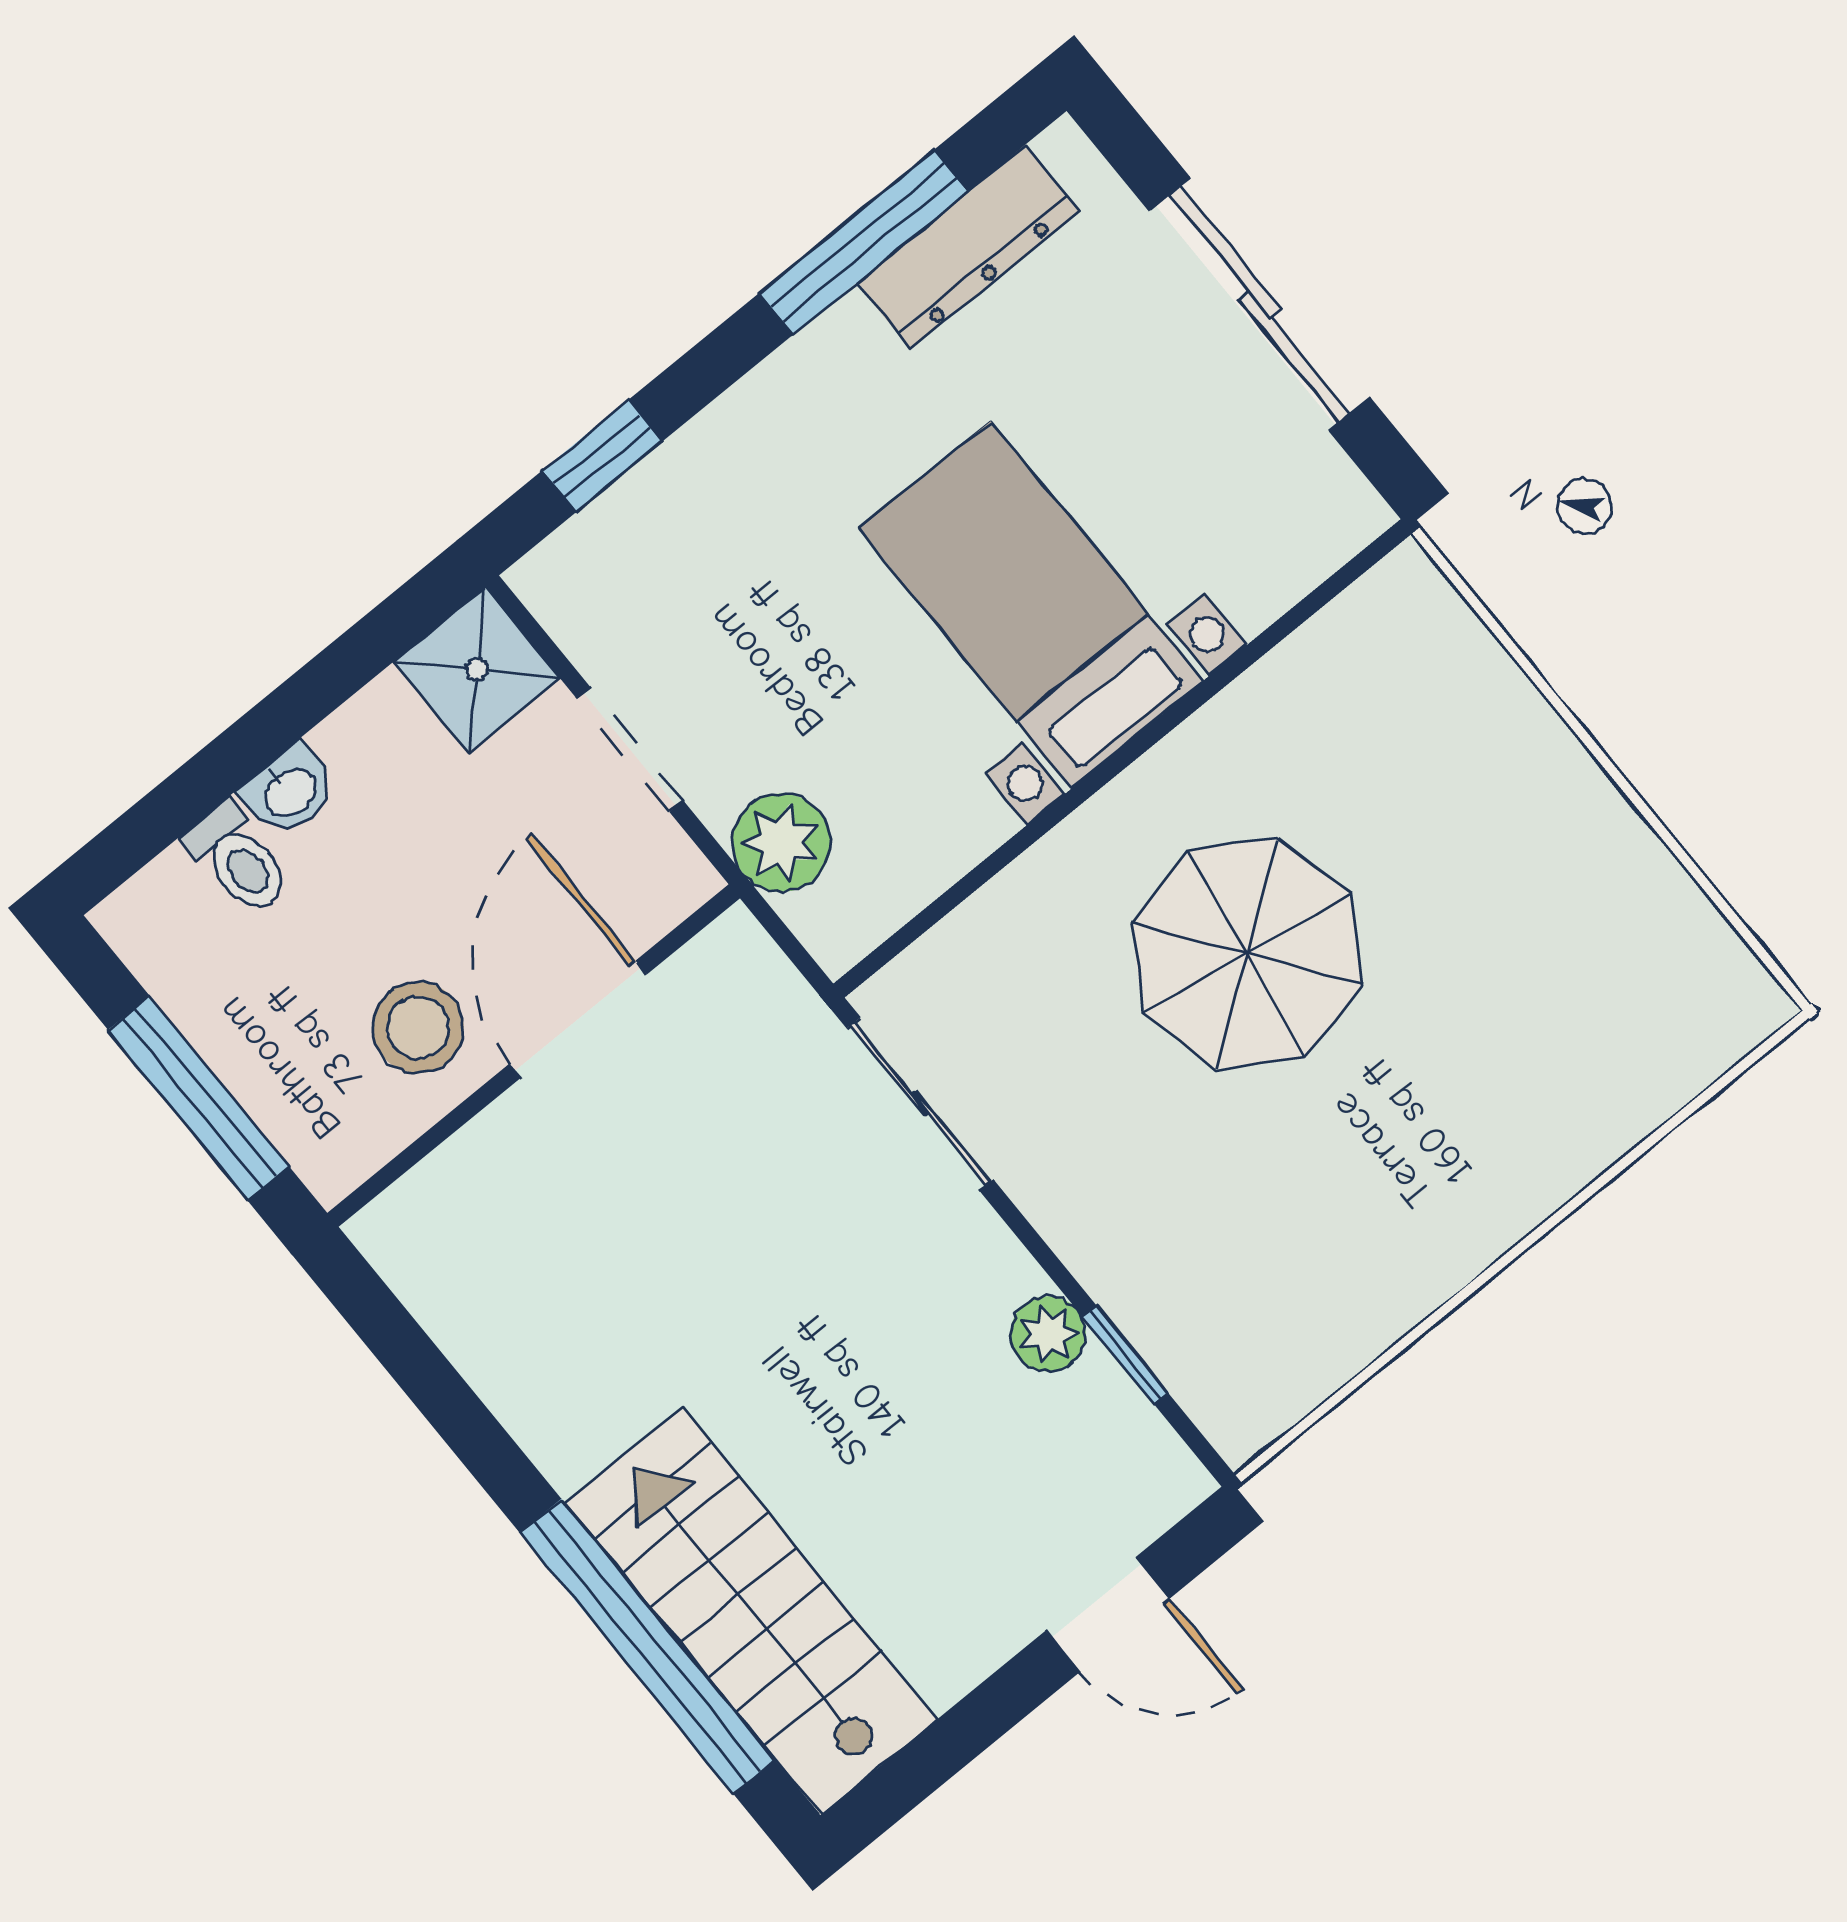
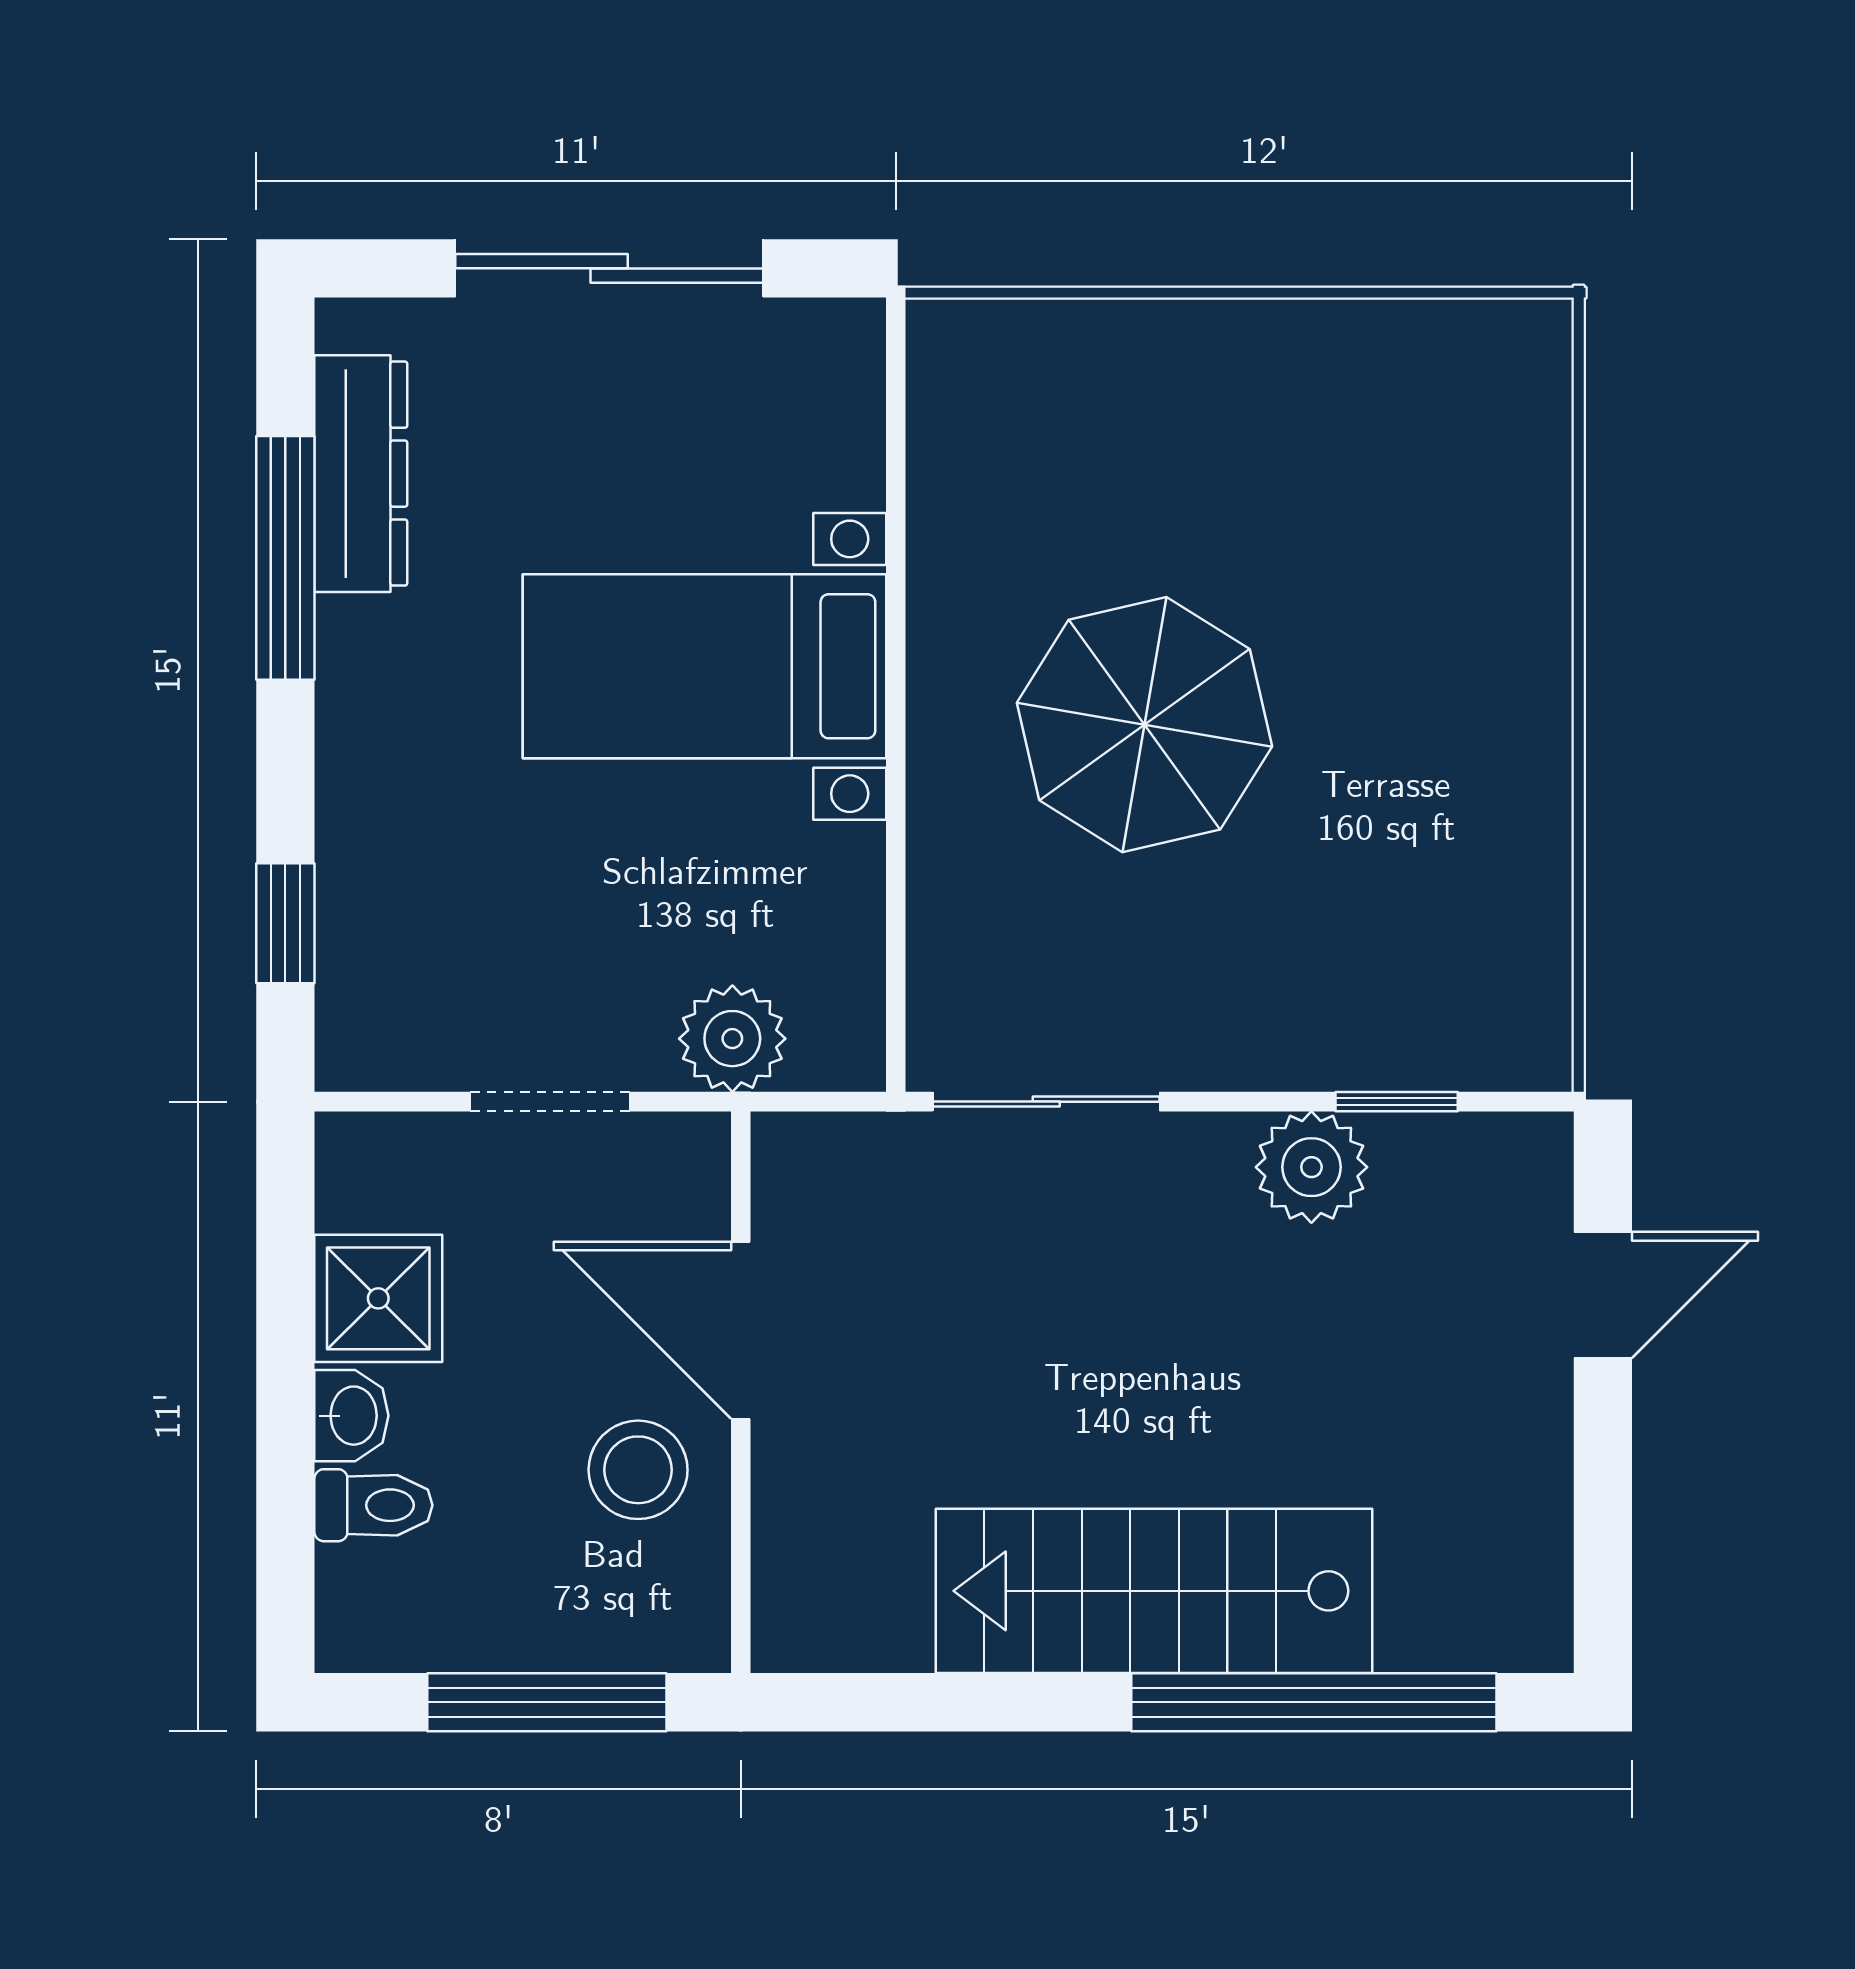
shower: (477, 670) -> (378, 1298), moved
plant: (1048, 1334) -> (1311, 1167), width x1.38, depth x1.38
stairs: (751, 1611) -> (1154, 1591), moved

